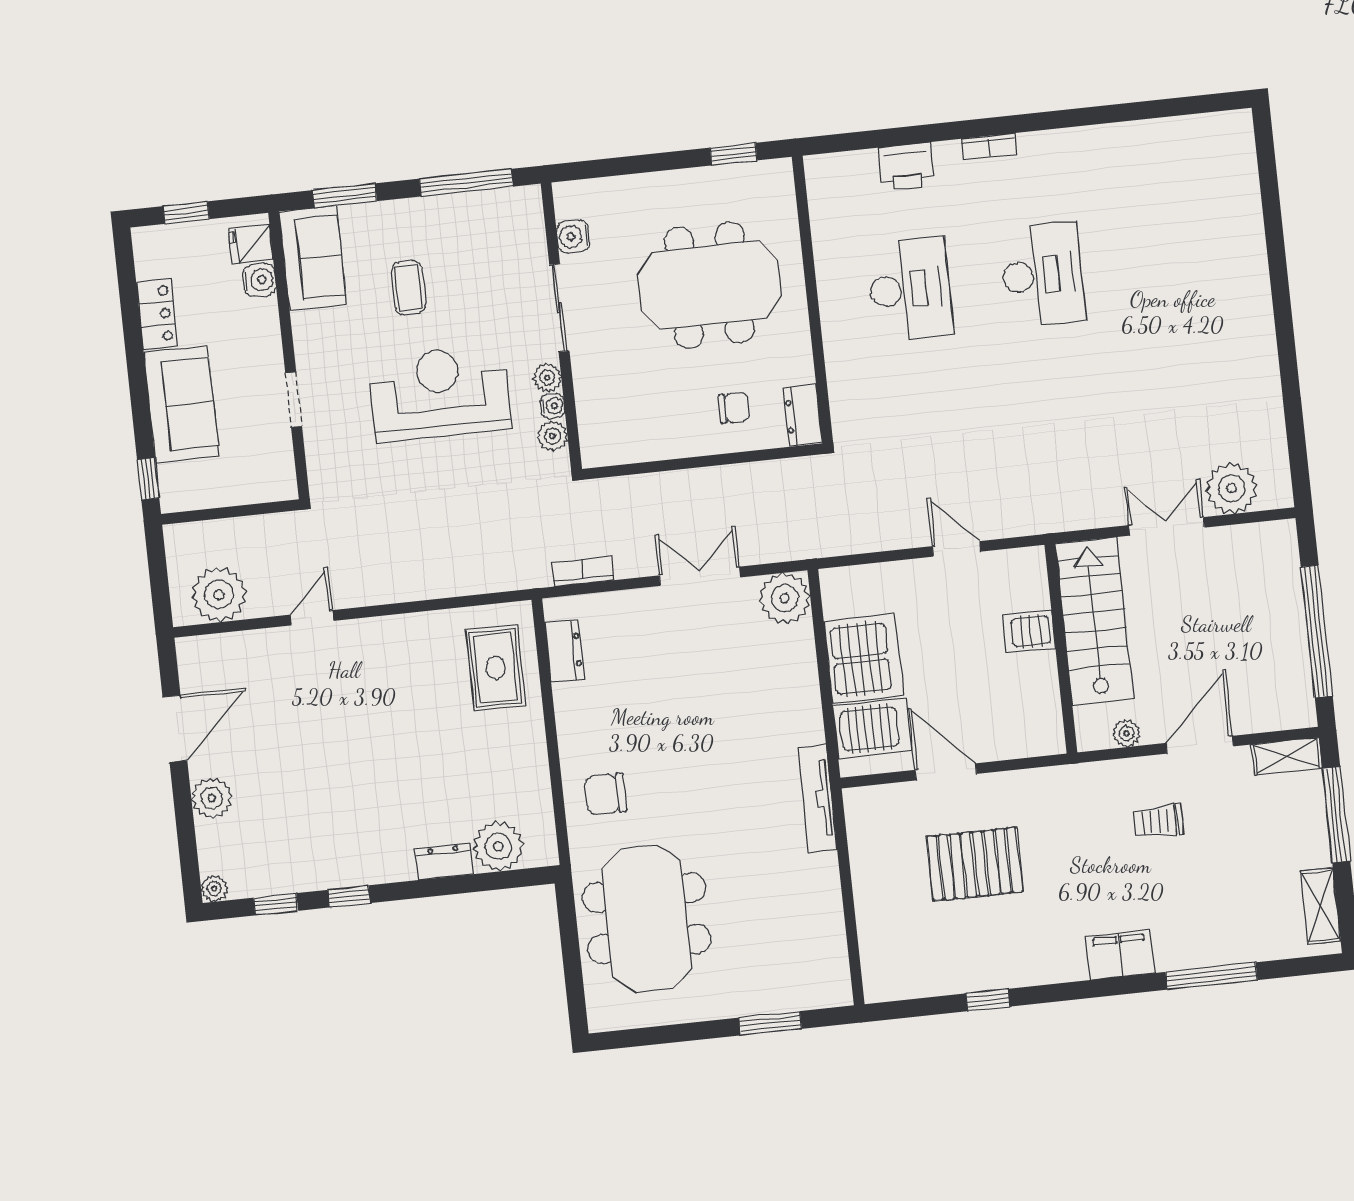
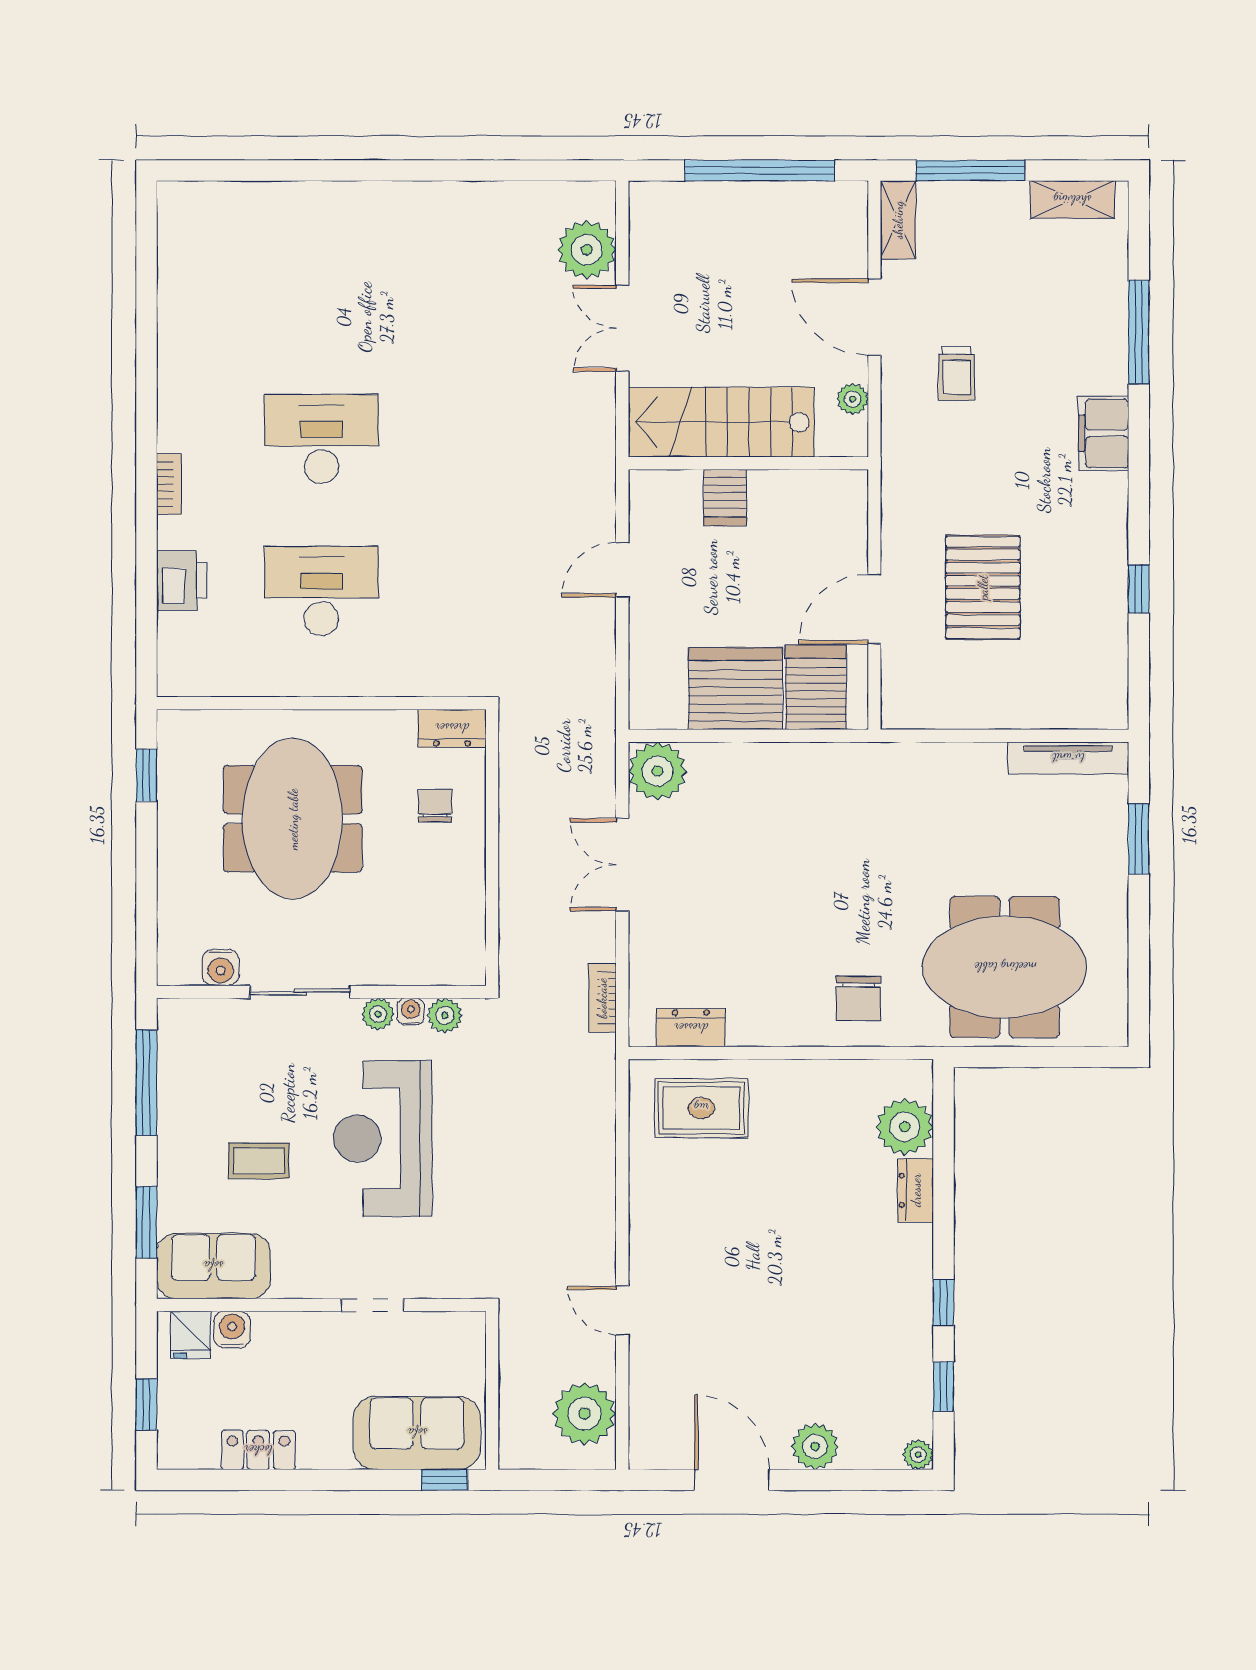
sofa: (182, 405) -> (417, 1433), moved
tv unit: (817, 798) -> (1068, 758), moved

